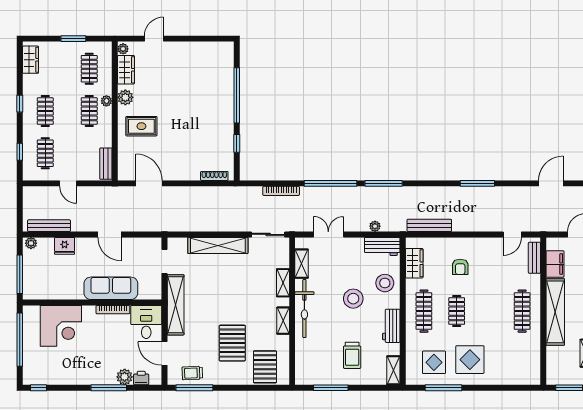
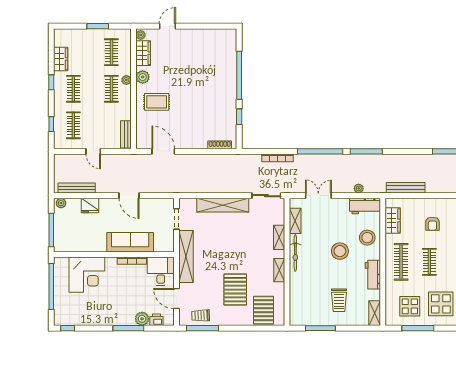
wardrobe: (31, 60) -> (61, 59), moved
bicycle: (304, 309) -> (295, 253), width x0.73, depth x0.71

